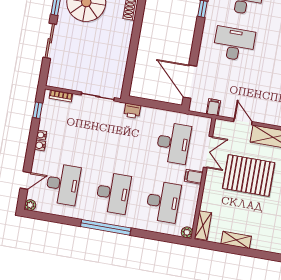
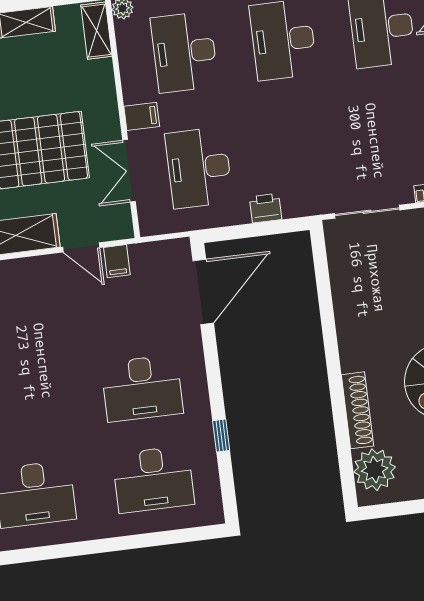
door: (190, 82) -> (203, 292), hinge flipped
filing cabinet: (213, 107) -> (117, 261), moved
printer: (132, 111) -> (266, 208), moved

